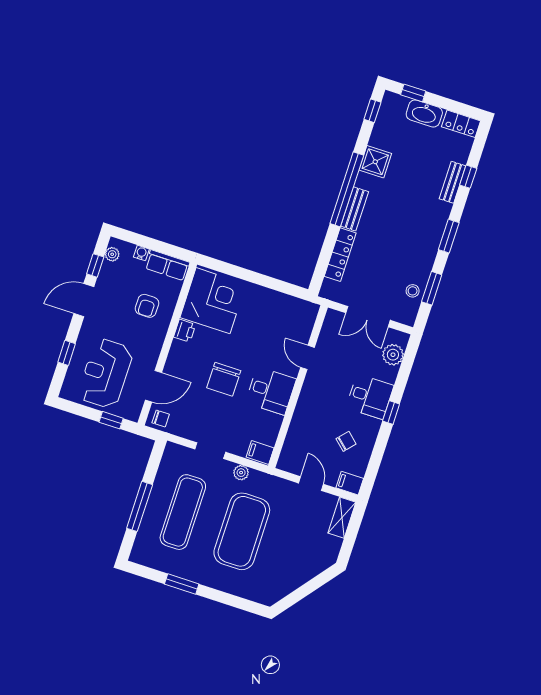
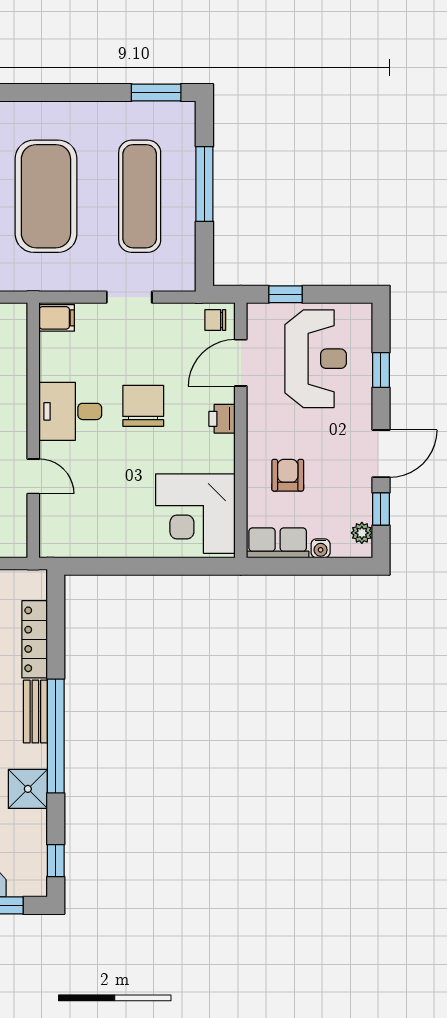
printer: (185, 331) -> (222, 419), moved
plant: (241, 473) -> (75, 280), removed
window: (182, 584) -> (156, 92), moved

